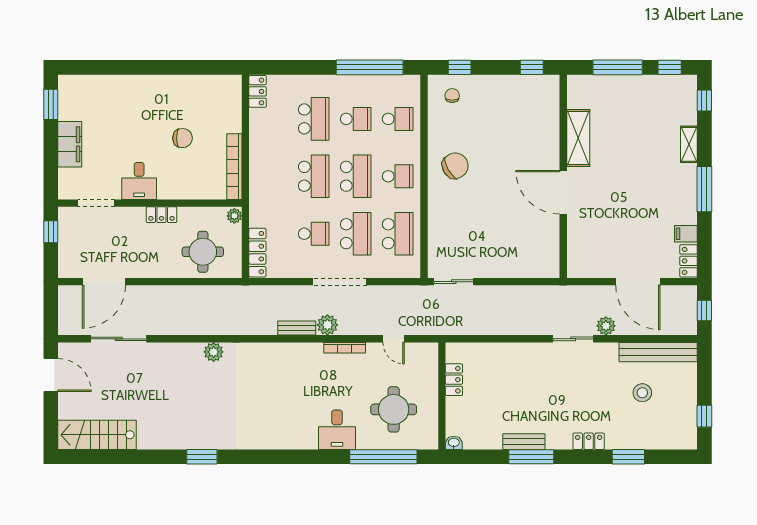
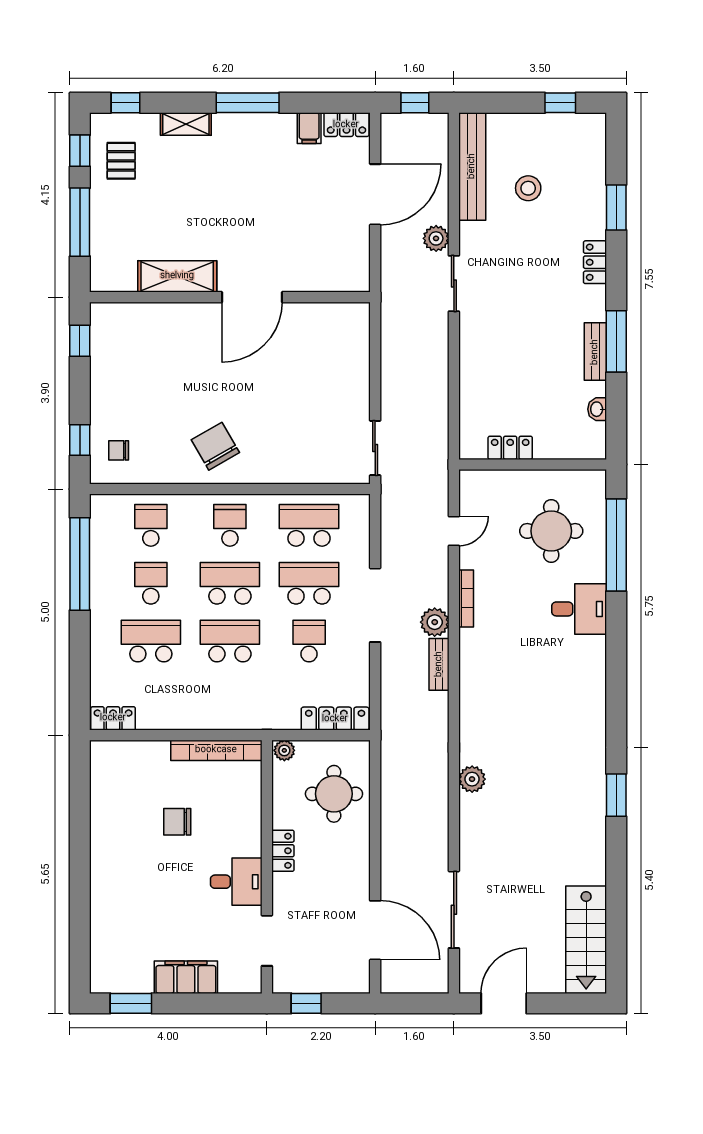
pallet: (662, 97) -> (121, 161), added
chair: (183, 138) -> (177, 822), turned -90
washbasin: (454, 443) -> (597, 409), moved

